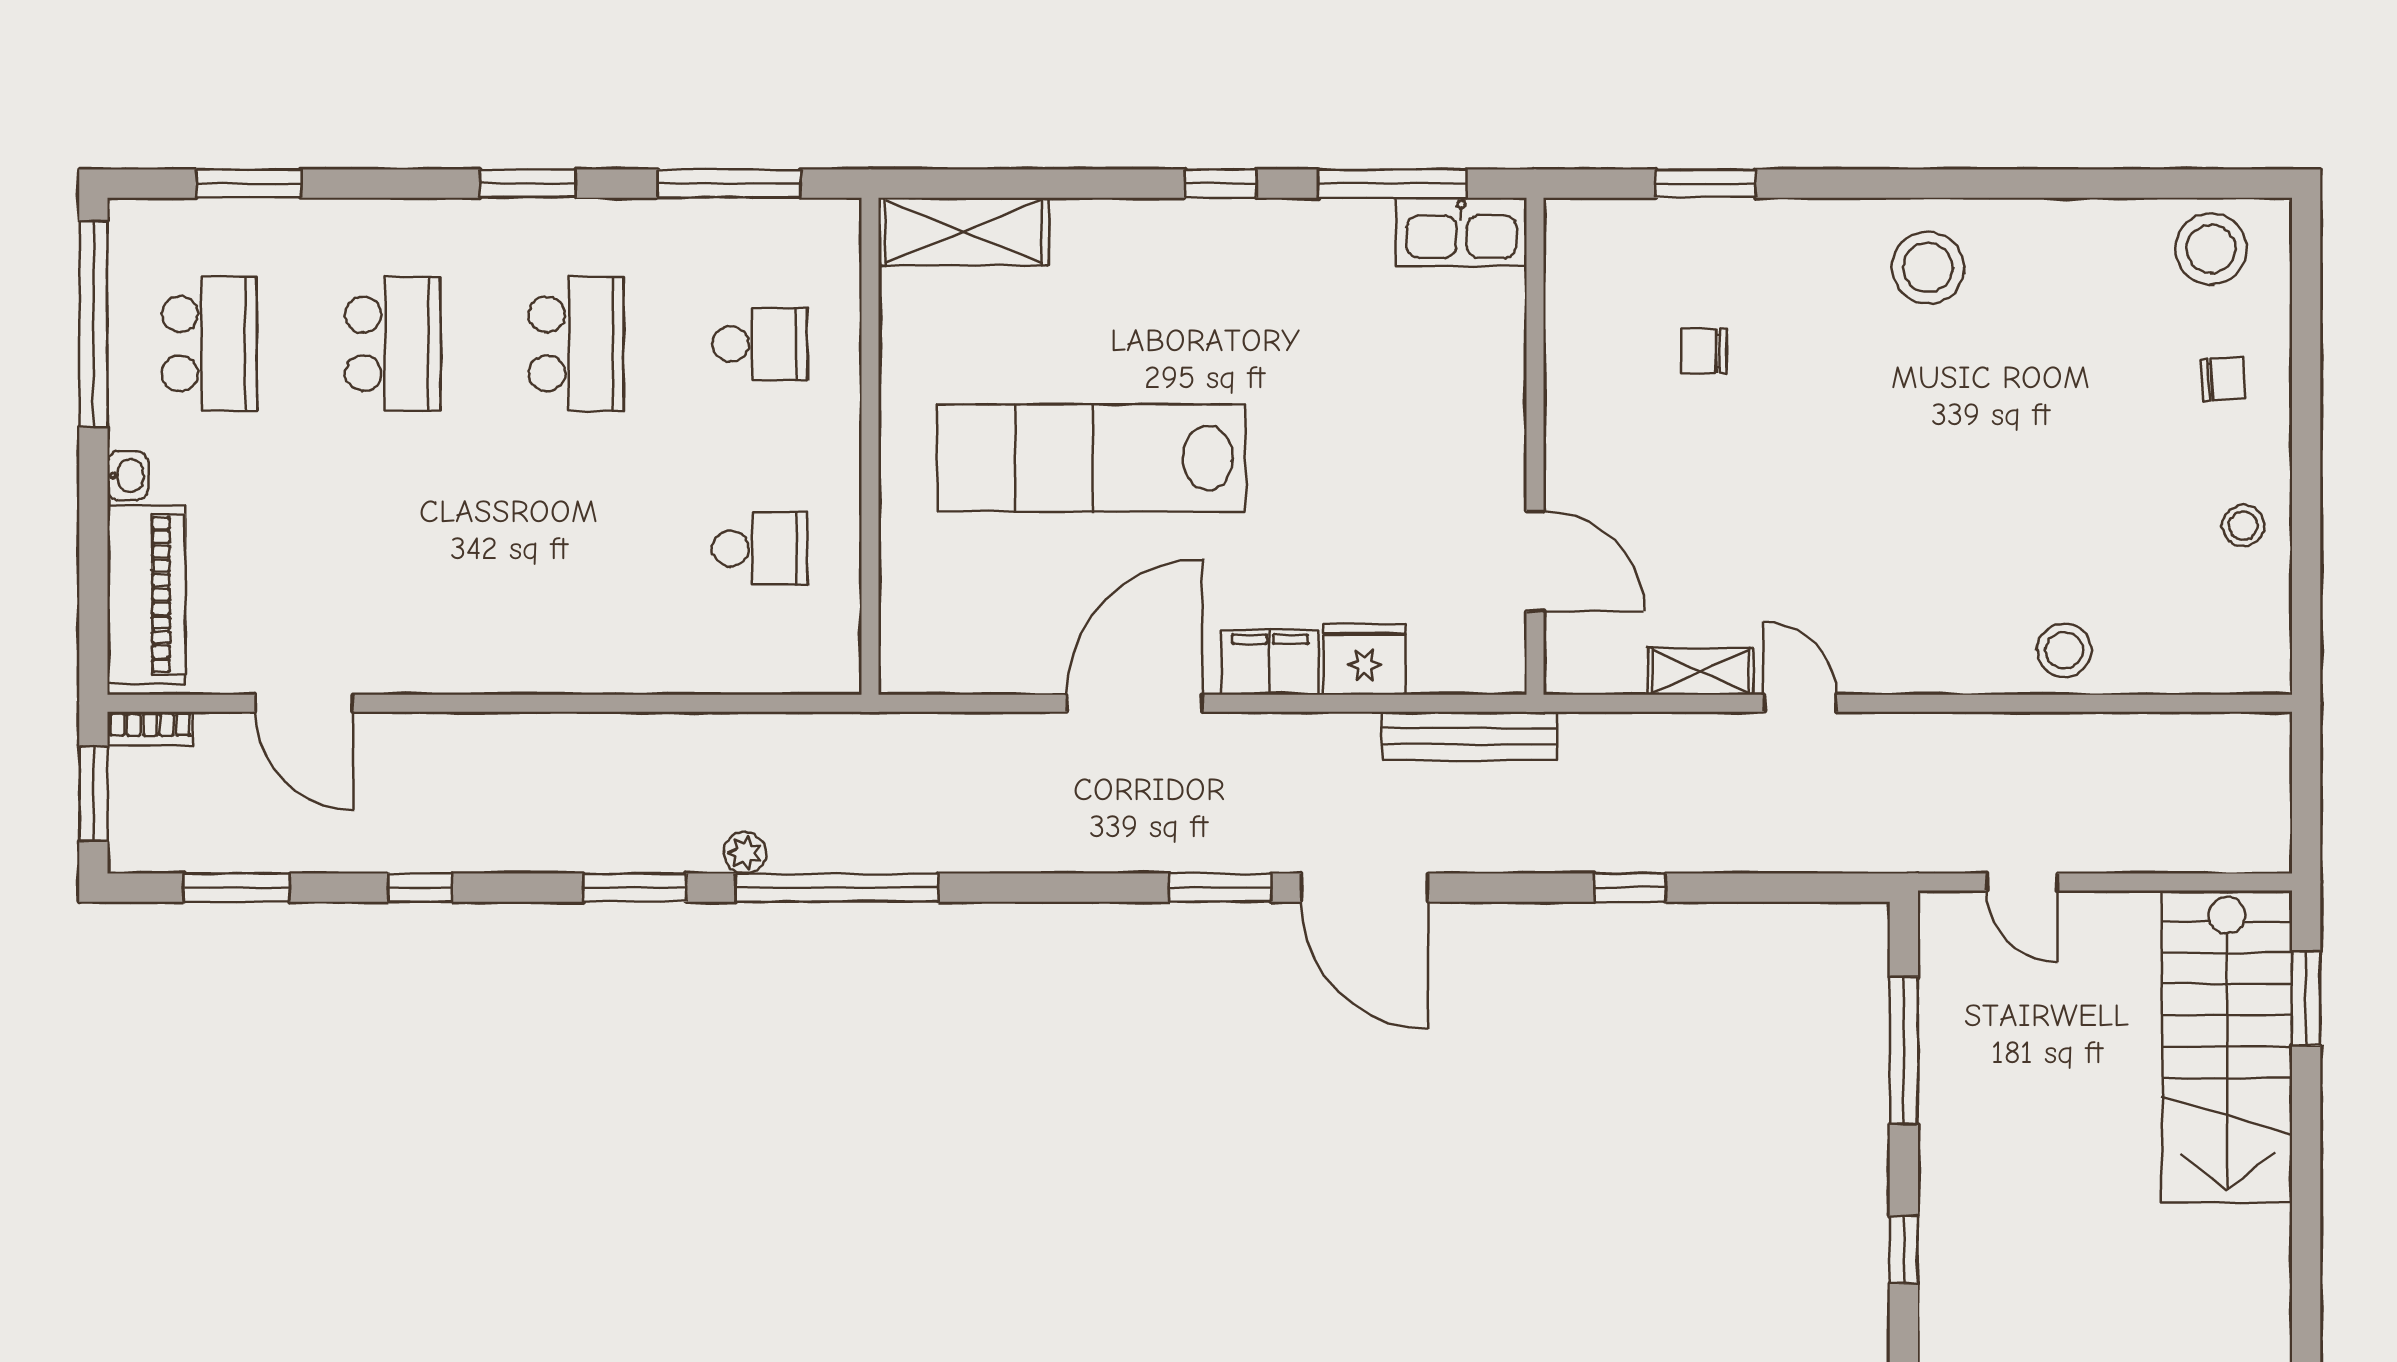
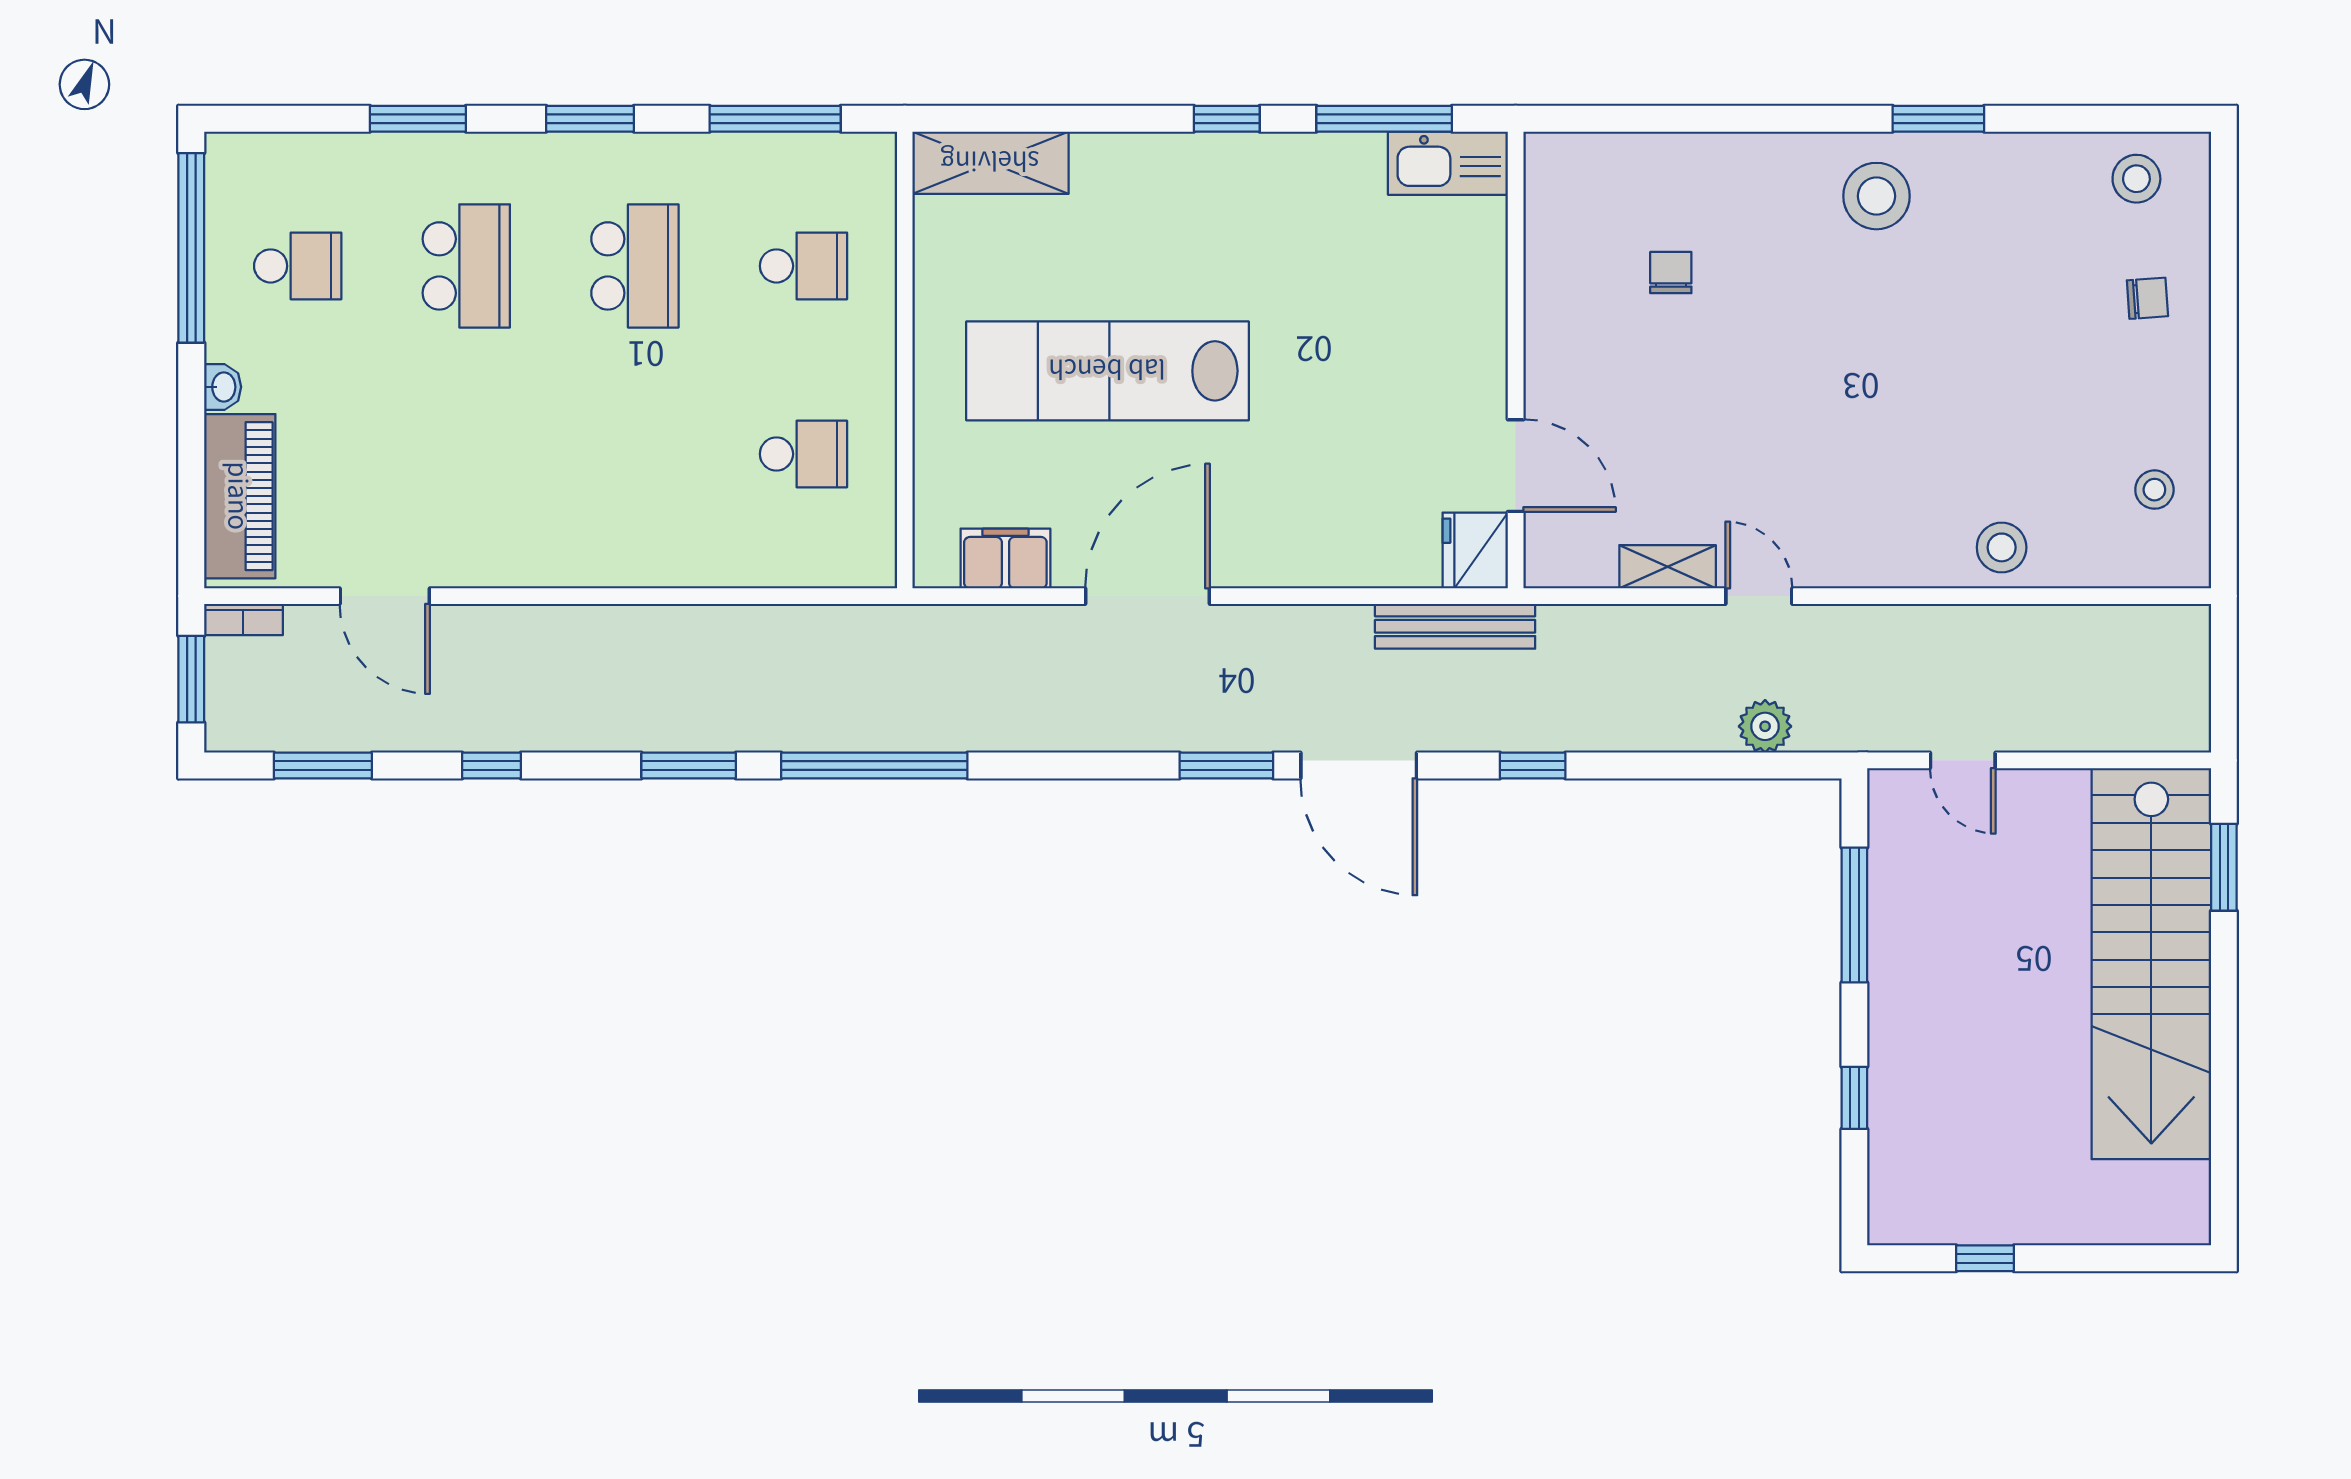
window: (248, 184) -> (418, 119), moved
window: (1705, 184) -> (1938, 119), moved
stool: (2211, 249) -> (2136, 179), width x0.73, depth x0.73
school desk: (209, 344) -> (298, 266), width x0.54
chair: (1704, 351) -> (1671, 273), turned 90
stool: (2243, 526) -> (2154, 490), moved
fridge: (1365, 659) -> (1475, 550), moved, turned -90
filing cabinet: (1270, 662) -> (1005, 558), moved
plant: (745, 853) -> (1765, 726), moved, width x1.38, depth x1.38
window: (1630, 888) -> (1533, 765), moved
stairs: (2227, 1047) -> (2151, 964), width x1.36

